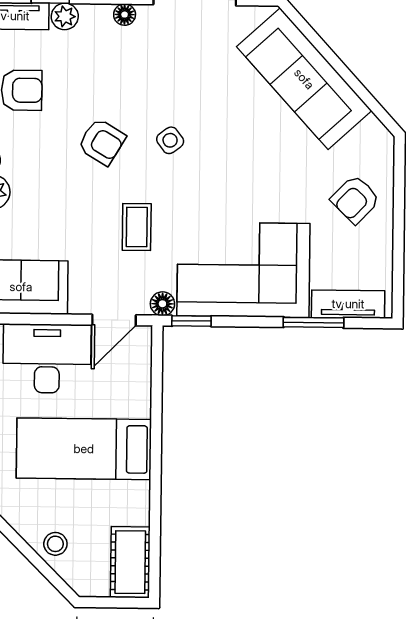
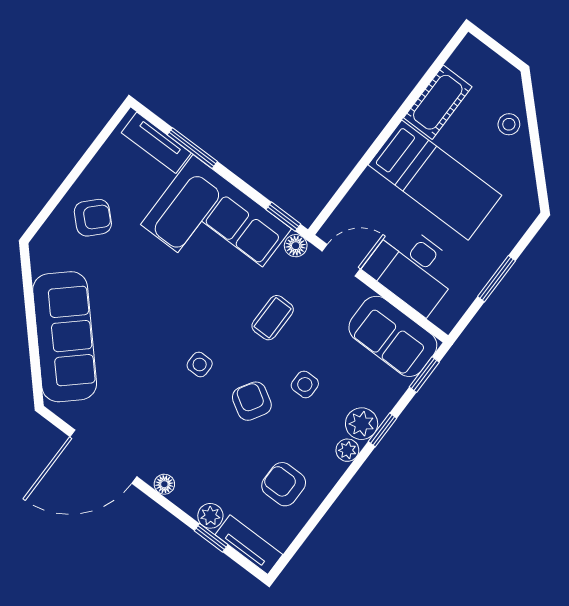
side table: (170, 140) -> (200, 364), turned 37
side table: (67, 190) -> (305, 384), added
cot: (130, 562) -> (438, 102), moved

